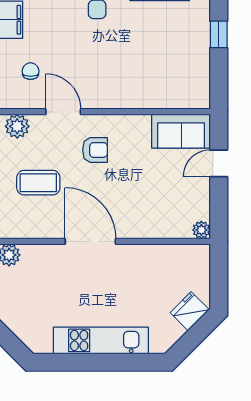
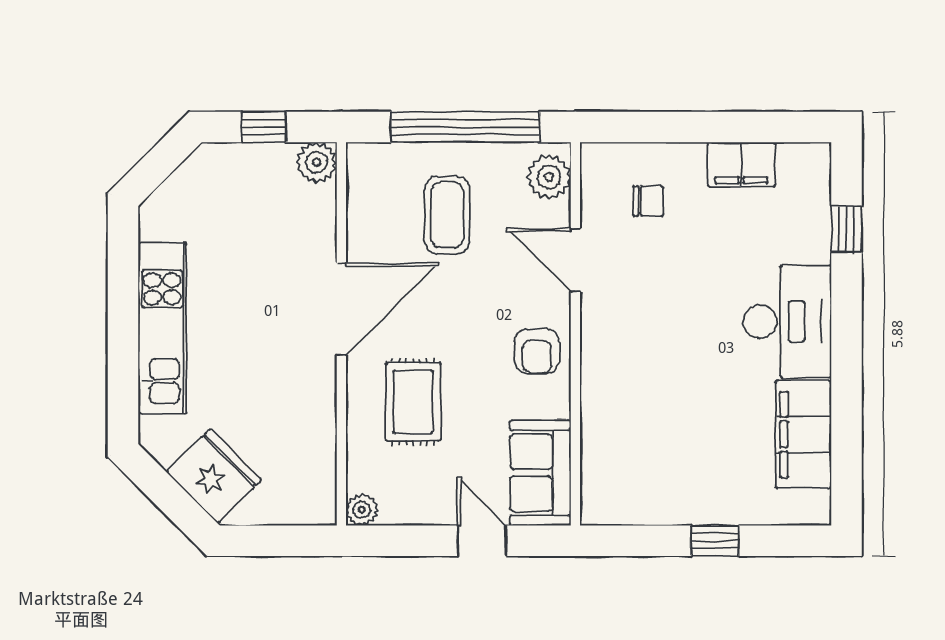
door: (63, 112) -> (575, 260), swing flipped
armchair: (95, 150) -> (537, 351), moved
rug: (142, 201) -> (413, 402), added
fridge: (190, 311) -> (214, 476), width x1.36, depth x1.34

